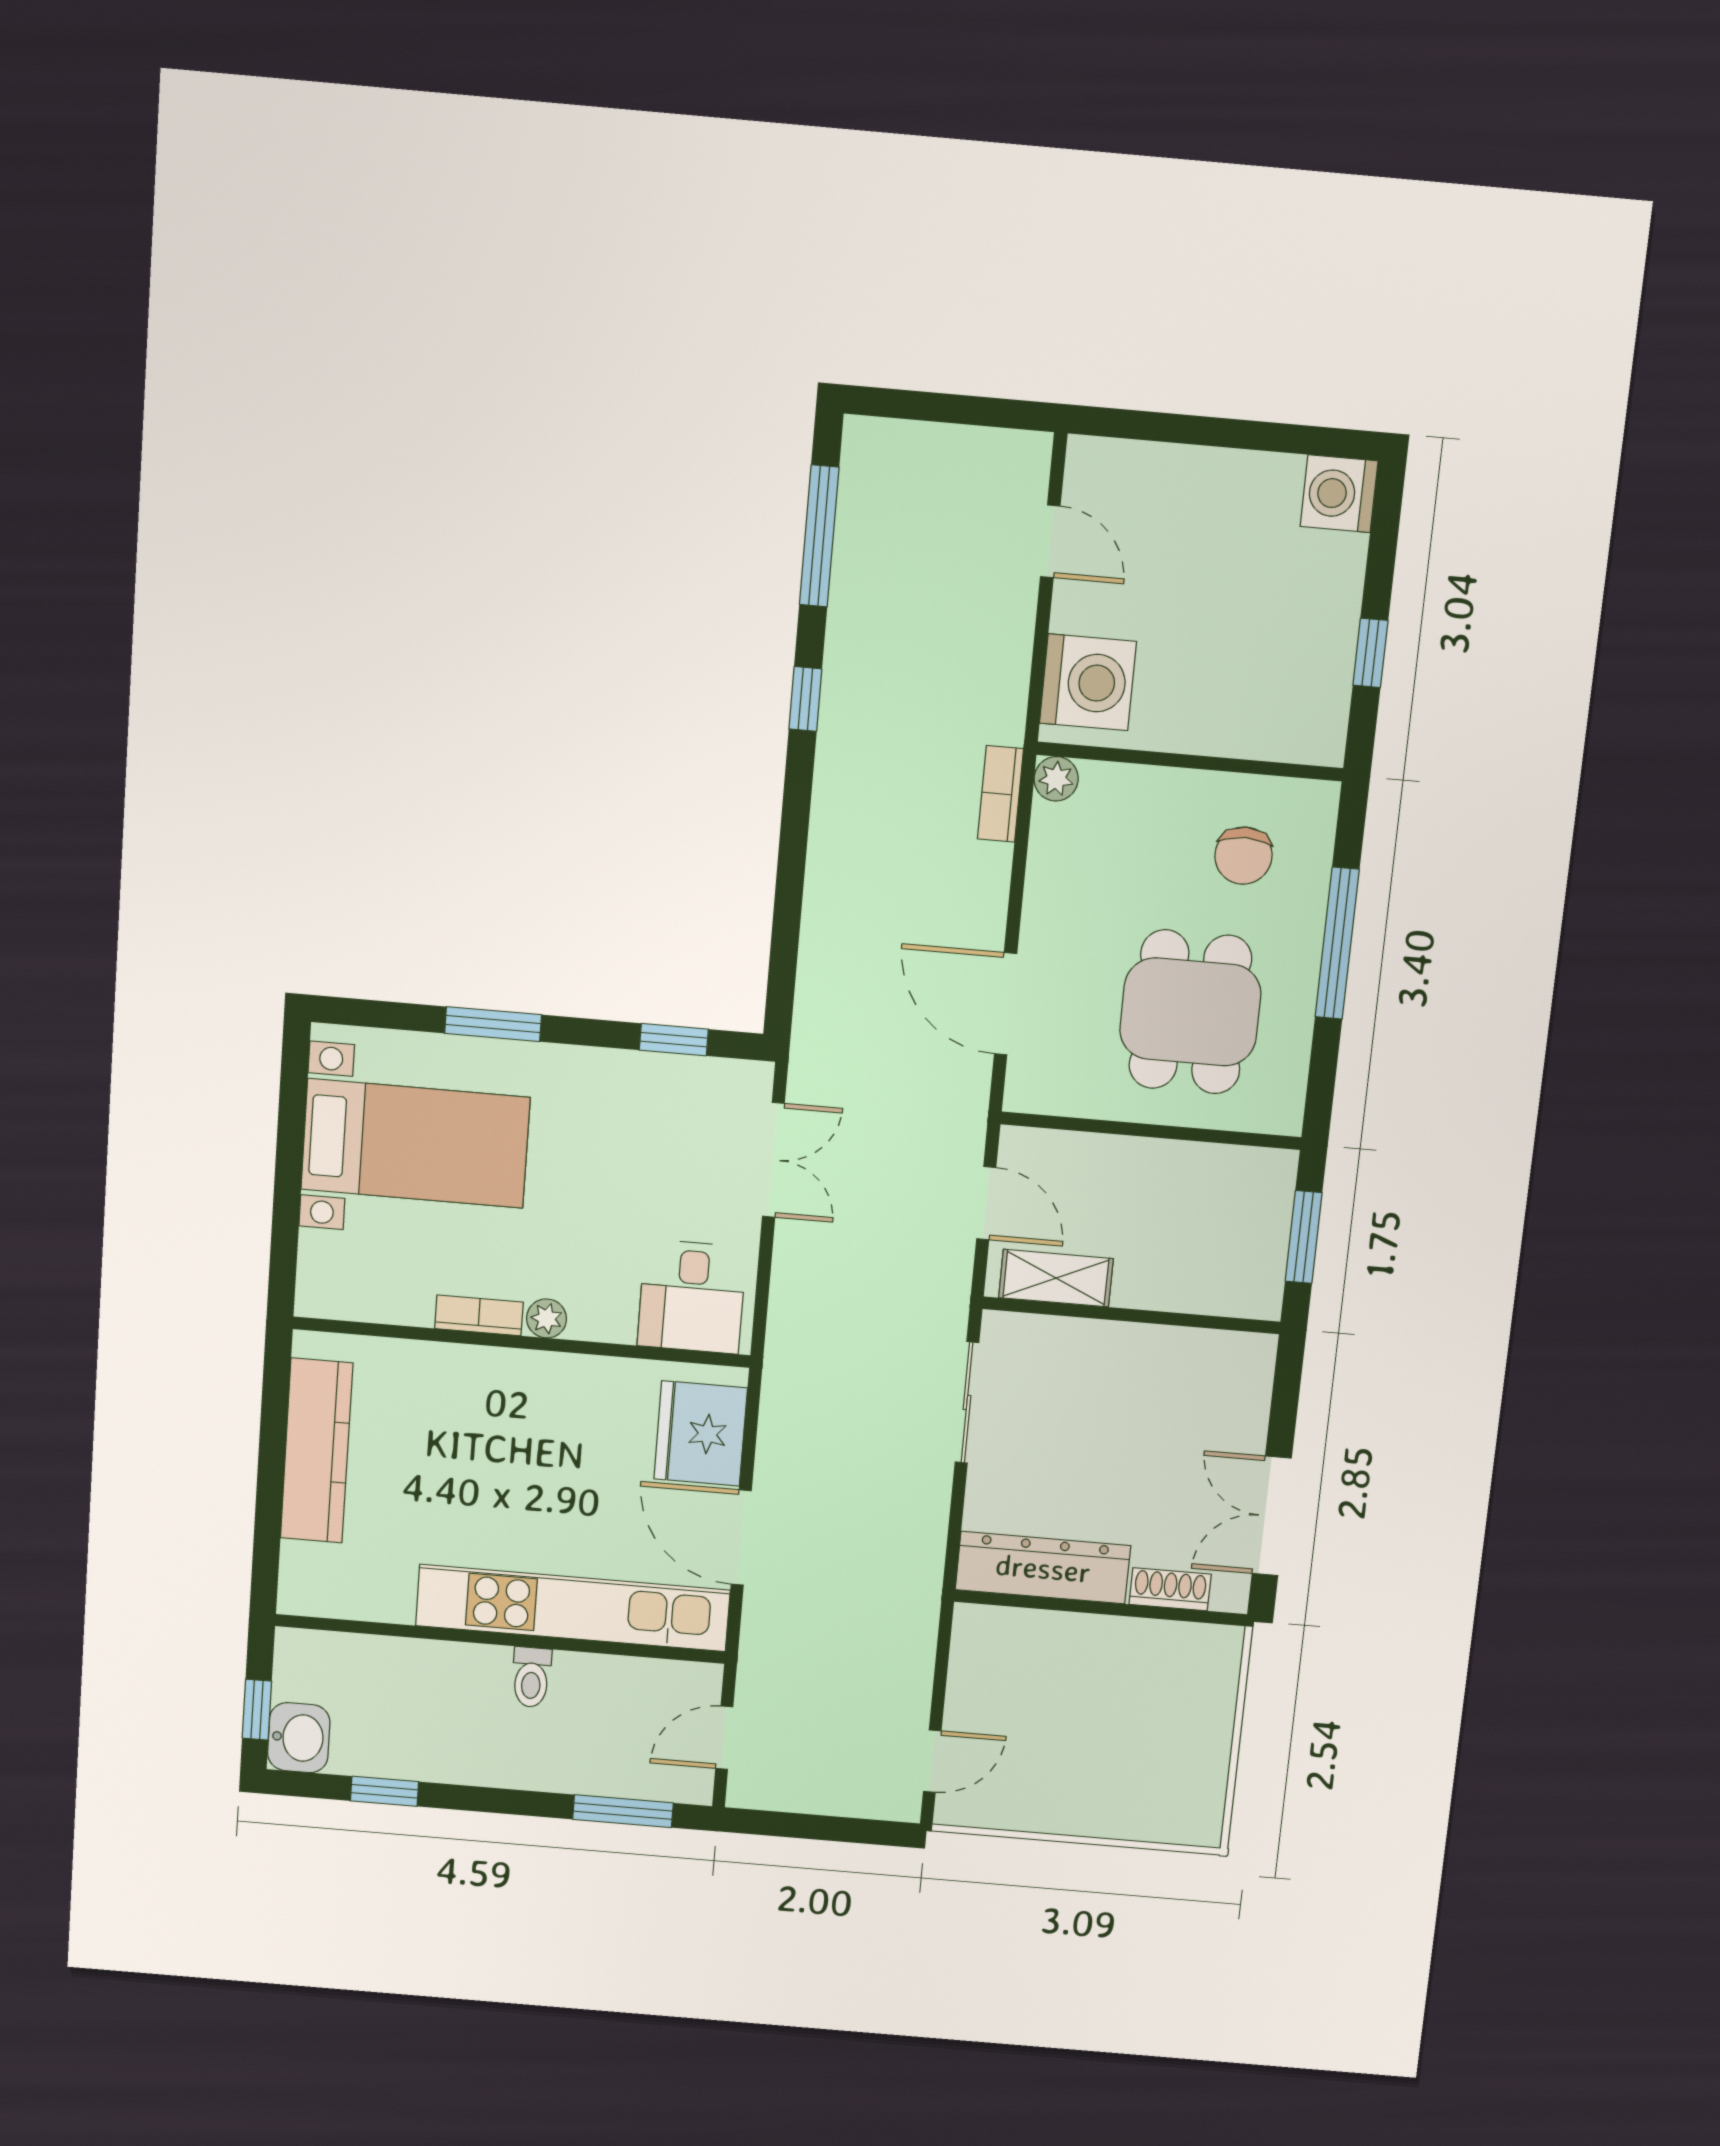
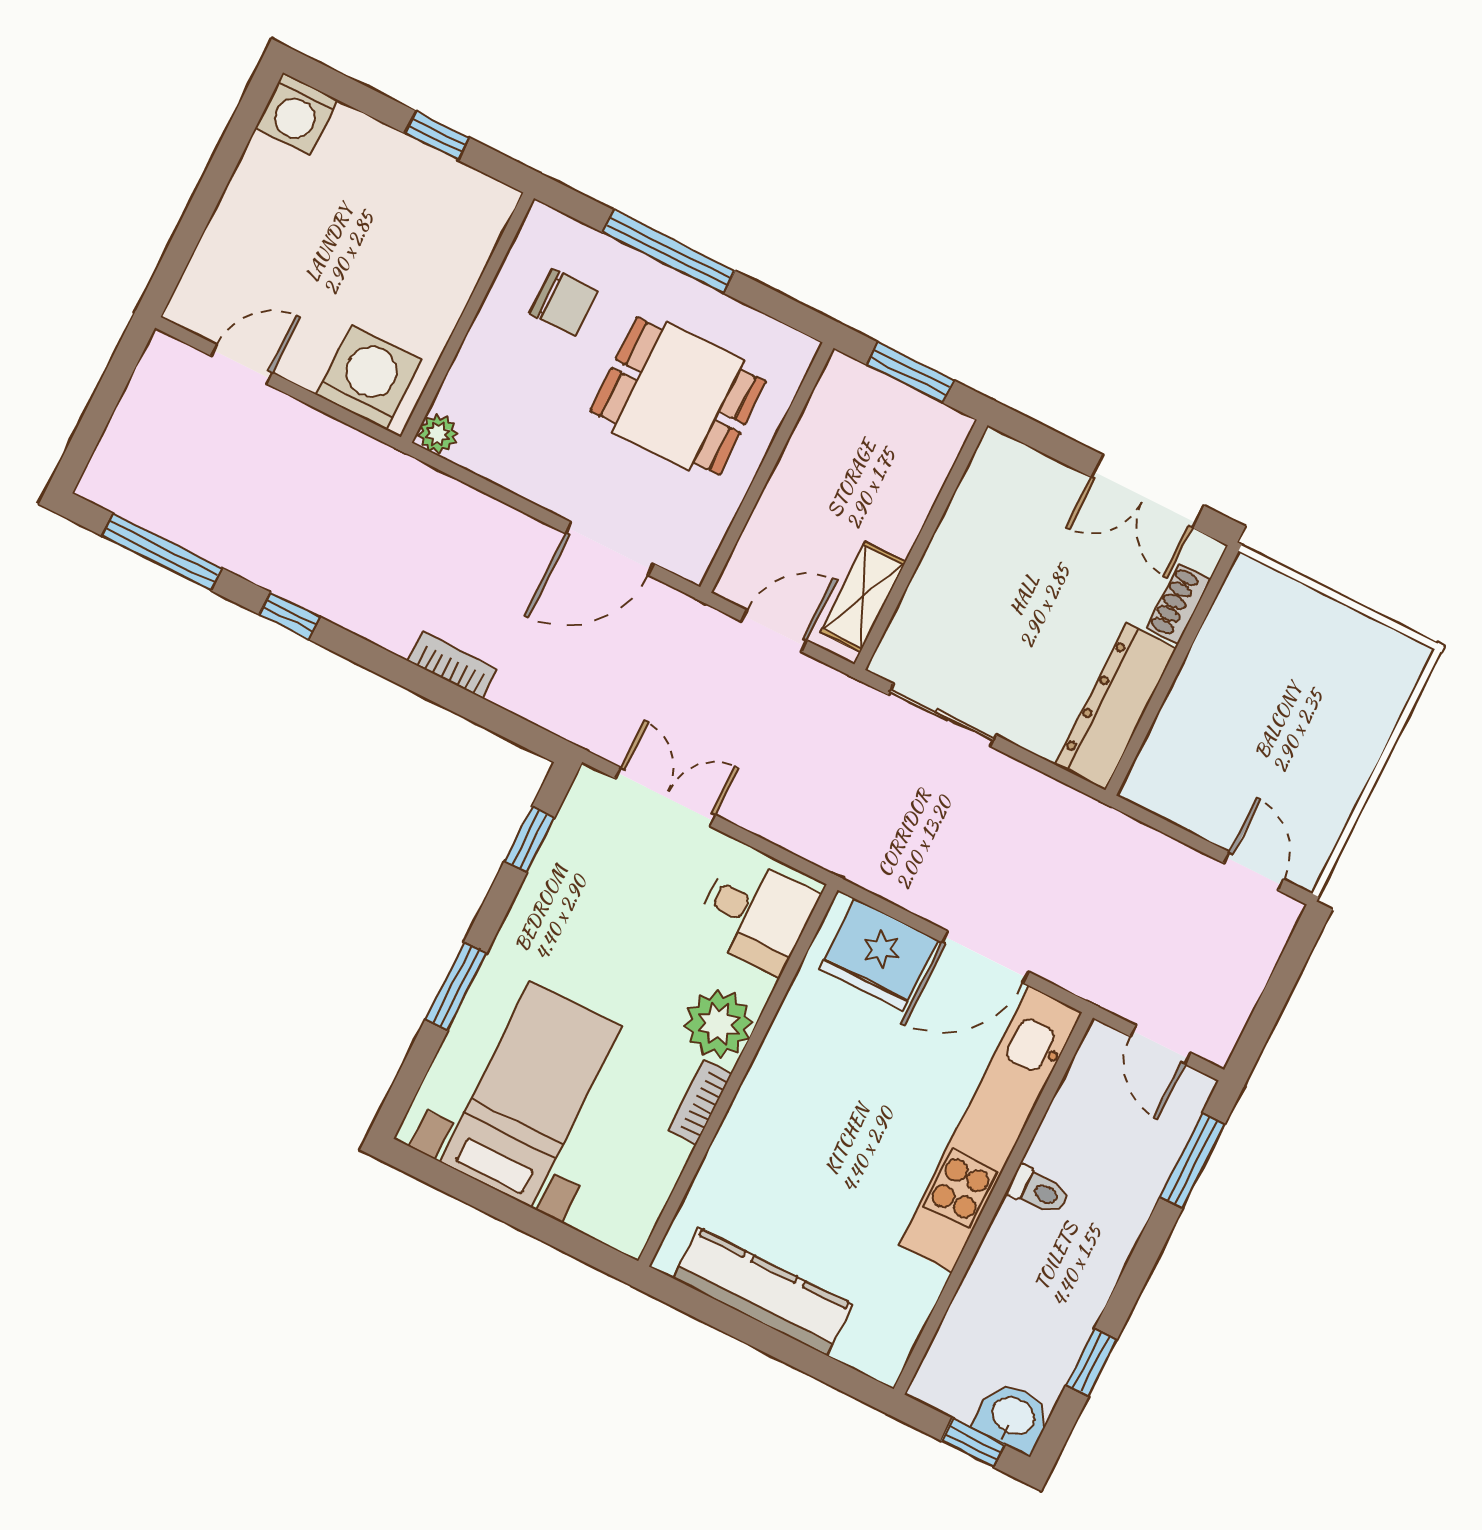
bookcase: (1000, 794) -> (452, 665), moved, turned 180
plant: (547, 1318) -> (718, 1024), width x1.88, depth x1.88

